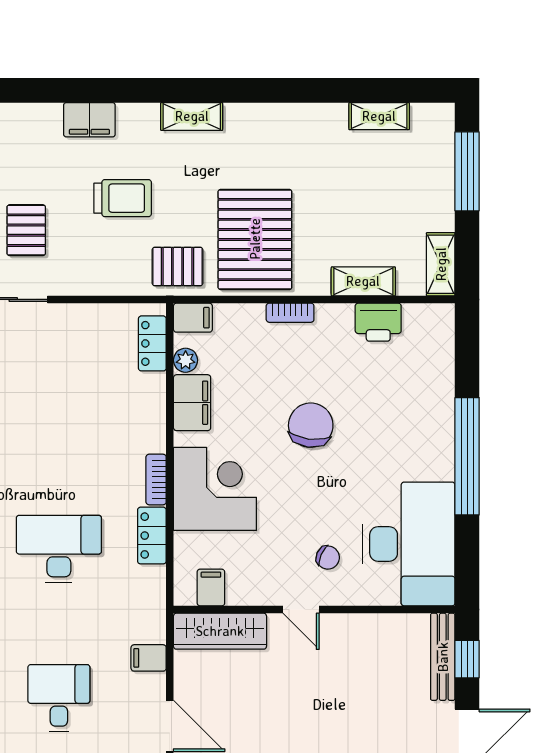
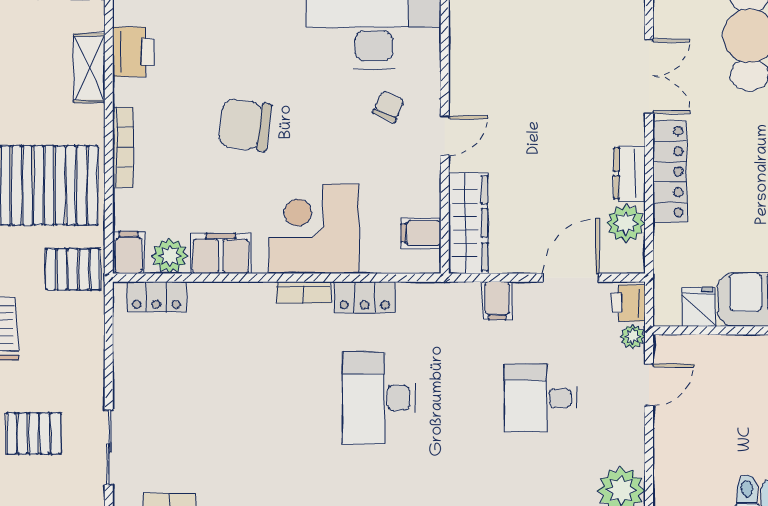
pallet: (178, 266) -> (73, 269), turned 90
bookcase: (290, 313) -> (123, 147), width x1.56
plant: (186, 360) -> (170, 256), width x1.38, depth x1.38

